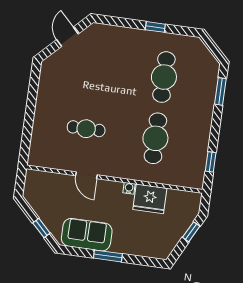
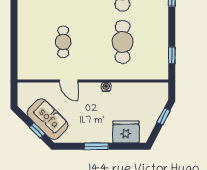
cafe table: (86, 129) -> (63, 42), turned 90
fridge: (150, 199) -> (126, 132), moved, turned 180
sofa: (87, 235) -> (48, 119), moved, turned 45

